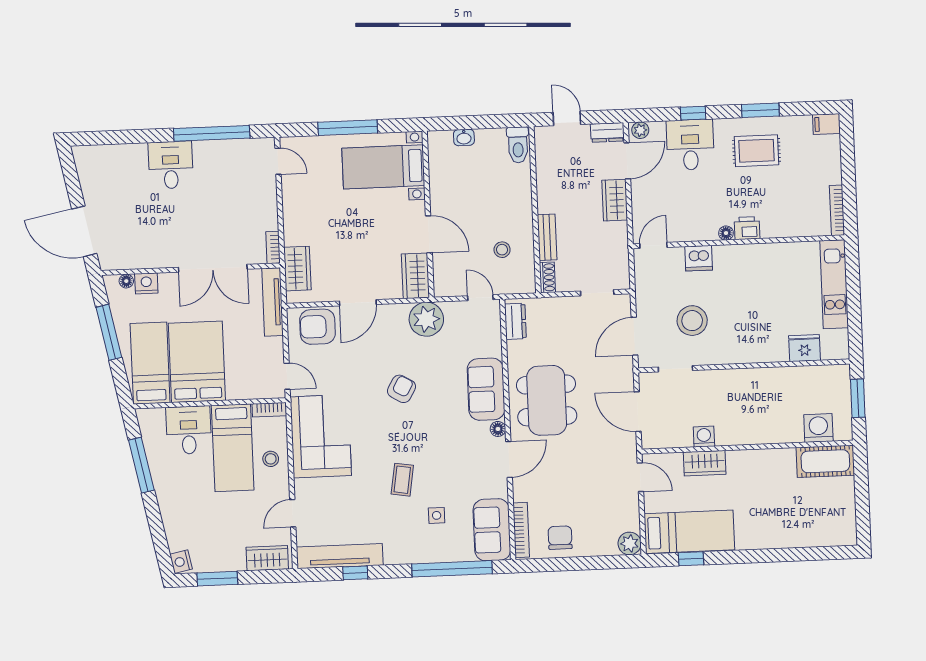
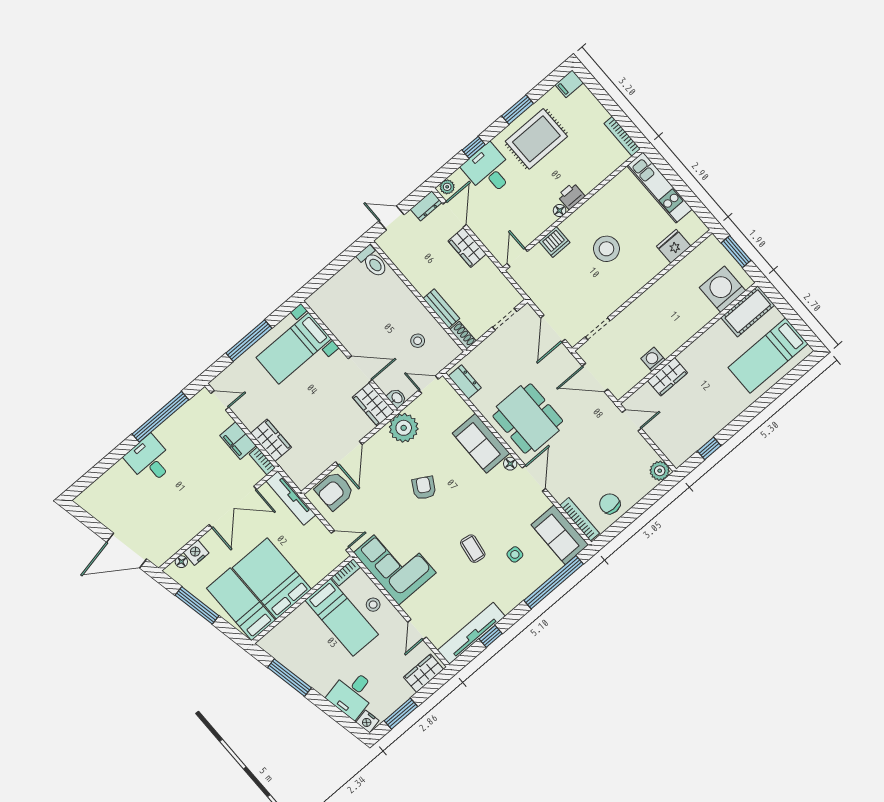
washbasin: (464, 137) -> (397, 398), moved, turned -90
rug: (757, 151) -> (536, 139), width x1.36, depth x1.43
filing cabinet: (266, 211) -> (238, 441), added
wardrobe: (297, 269) -> (271, 440), moved
stool: (692, 321) -> (606, 249), moved
washing machine: (818, 428) -> (723, 289), width x1.37, depth x1.37
desk: (189, 430) -> (352, 694), moved, turned -101
bed: (689, 532) -> (768, 356), moved, turned 180

